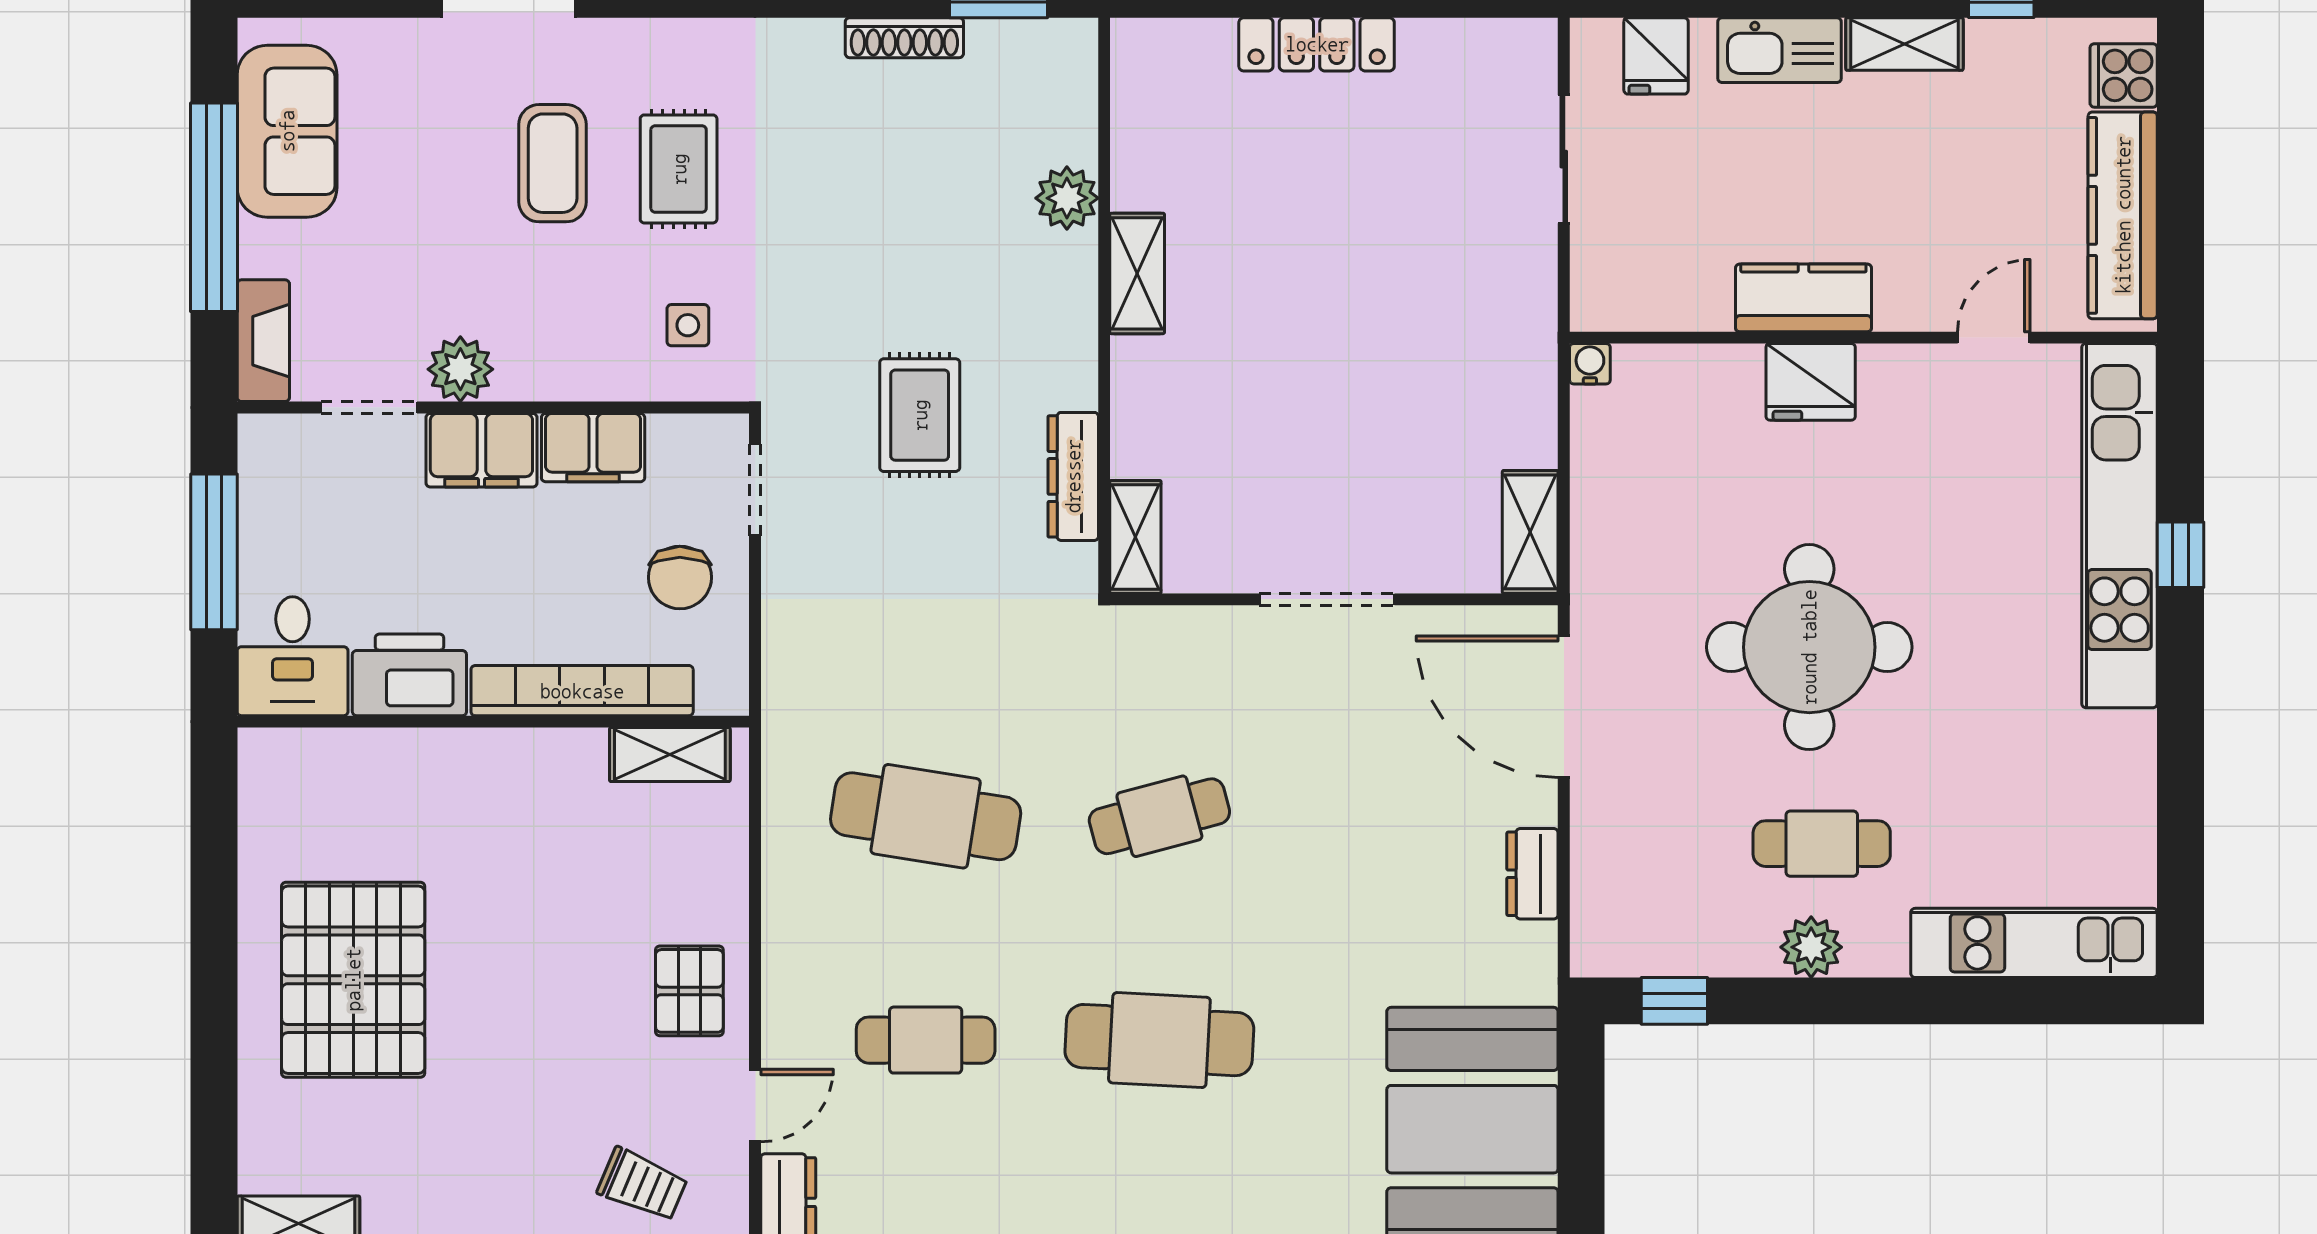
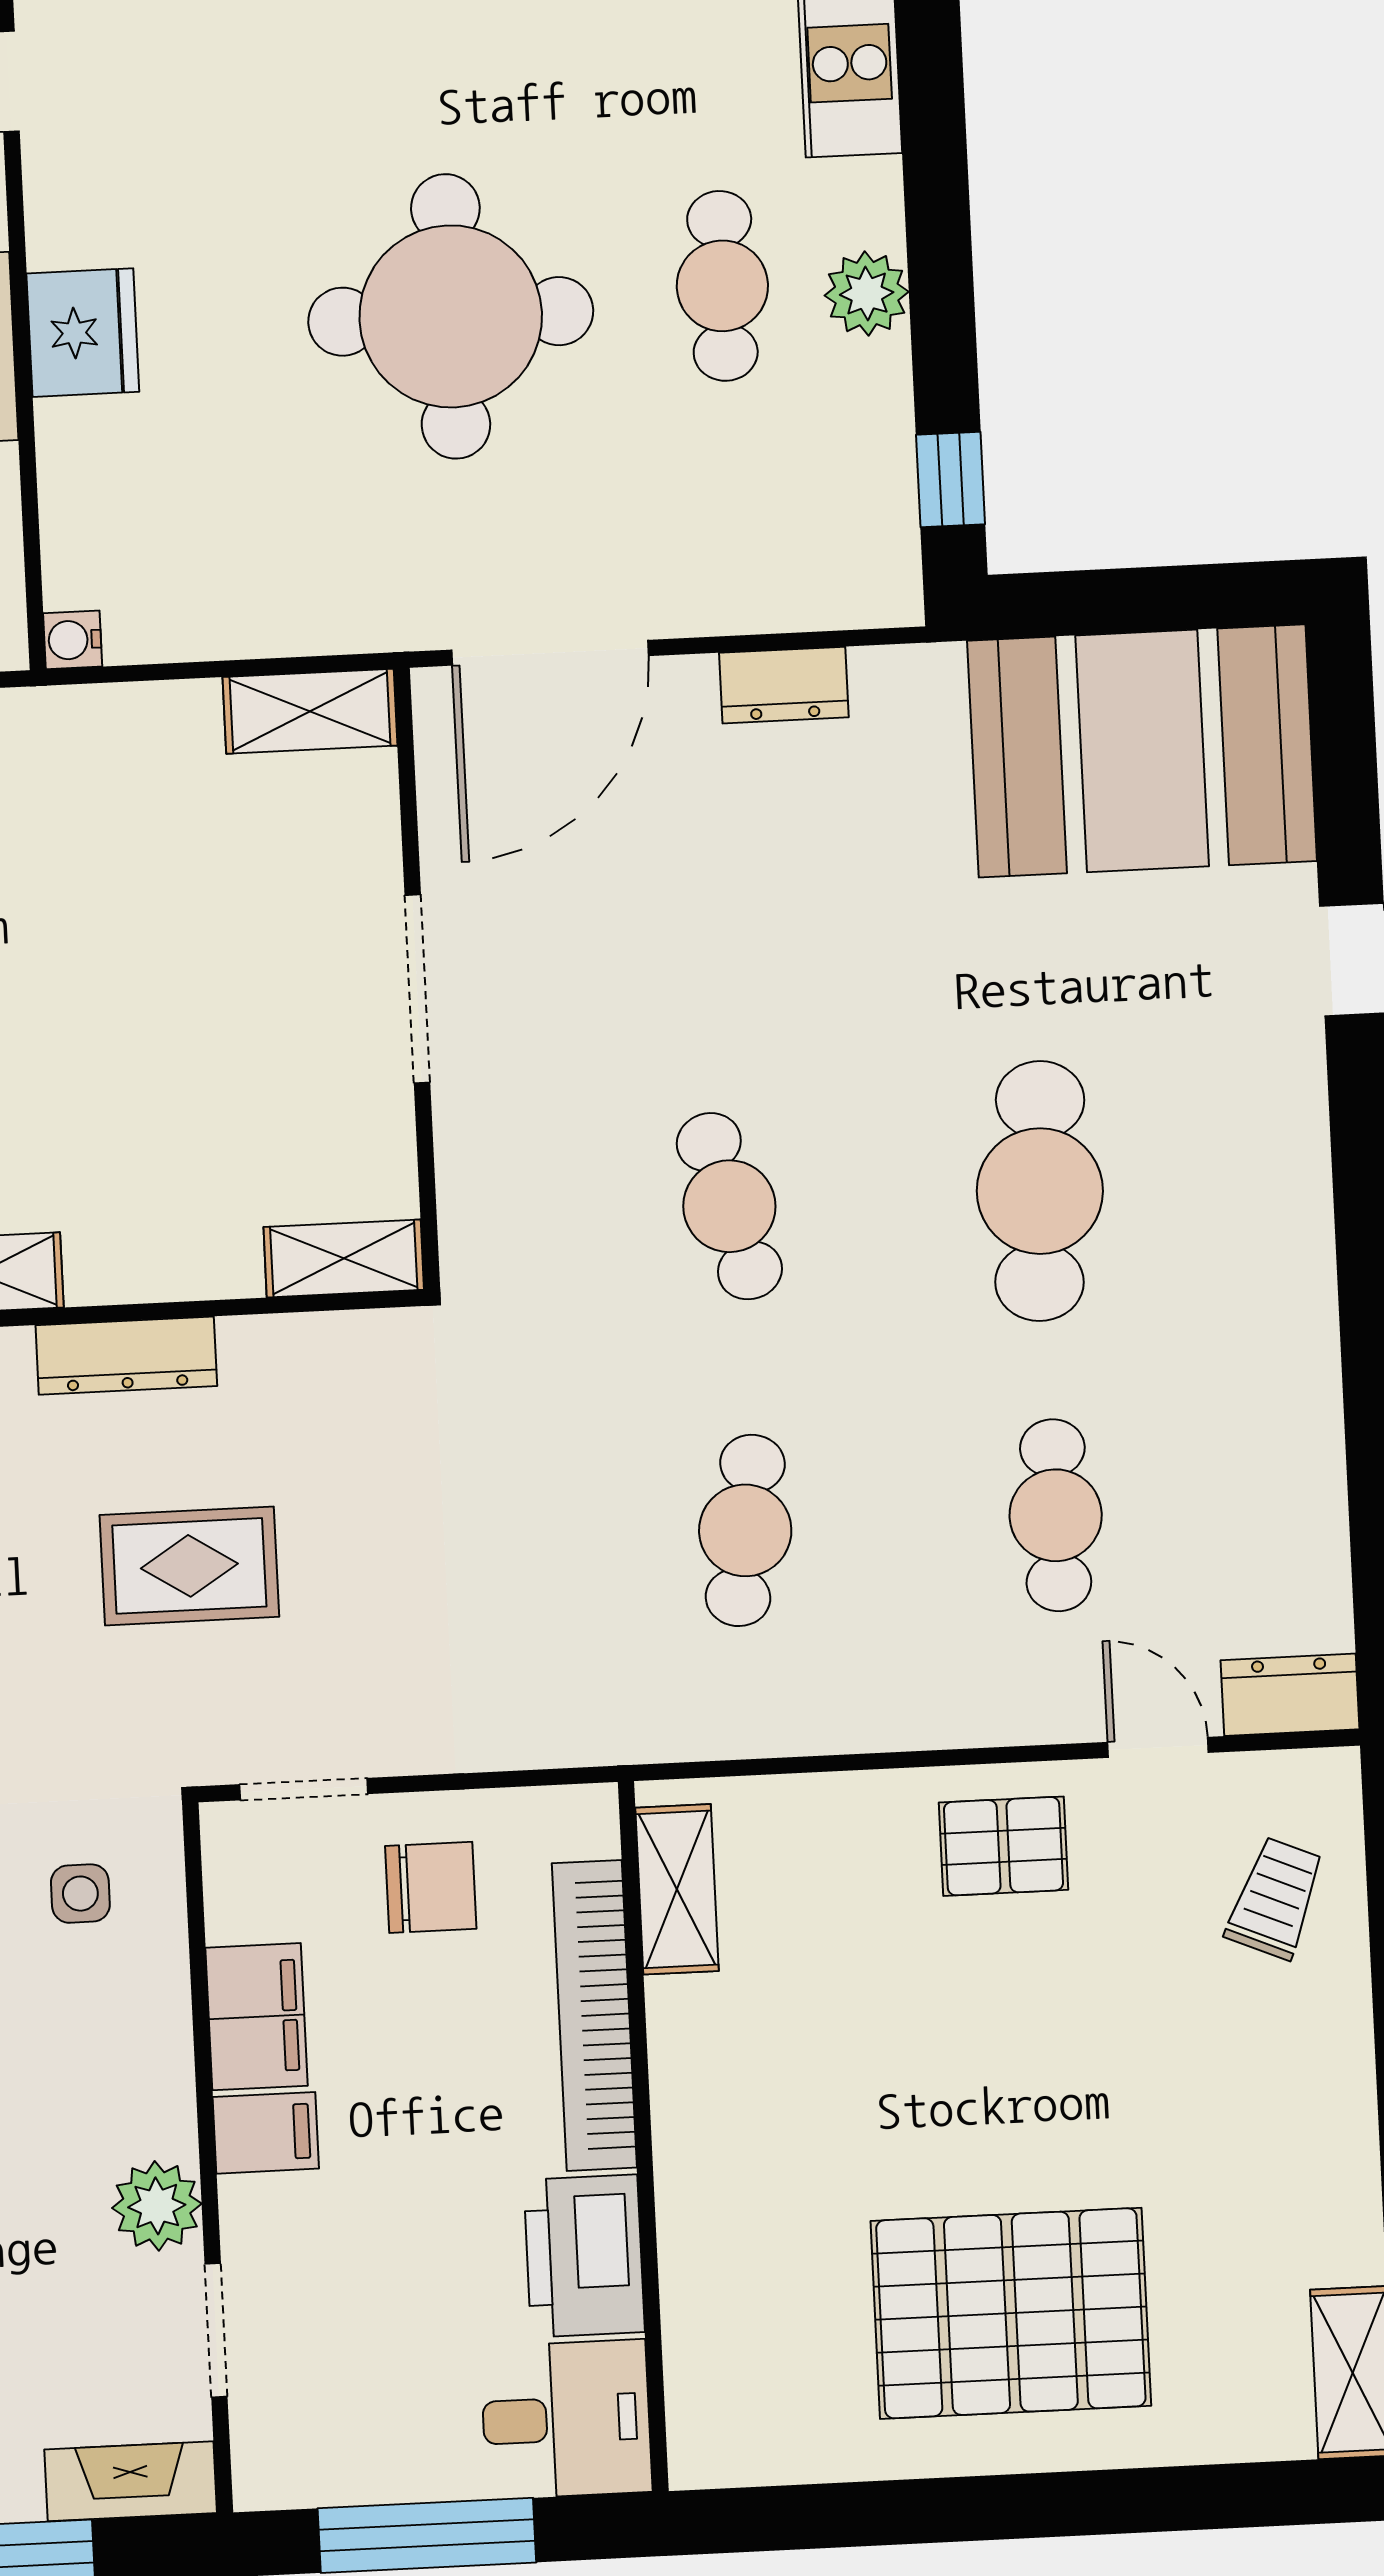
filing cabinet: (481, 450) -> (266, 2133), width x0.50
dresser: (1073, 476) -> (126, 1356), moved
cafe table: (926, 816) -> (745, 1530), width x0.73, depth x0.74

